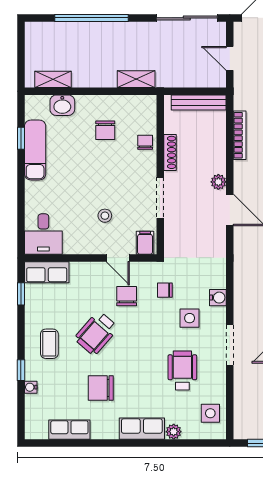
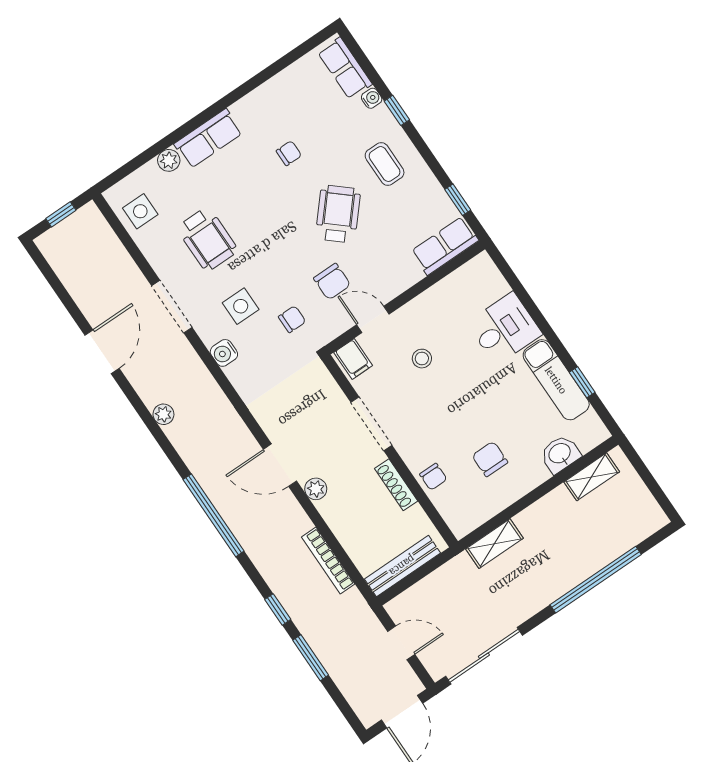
desk: (43, 234) -> (504, 329), moved, turned 90
chair: (101, 388) -> (289, 153), width x0.54, depth x0.54
row of seats: (69, 430) -> (345, 68), moved, turned 90

